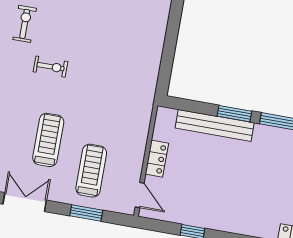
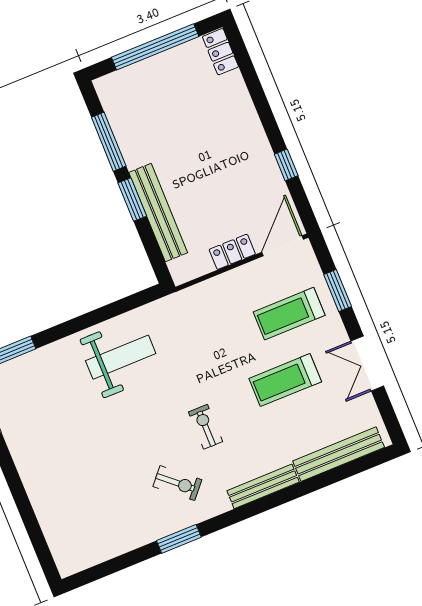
exercise bike: (25, 24) -> (177, 483), turned -139
weight bench: (133, 39) -> (121, 357), added
door: (140, 195) -> (283, 246), width x1.38

